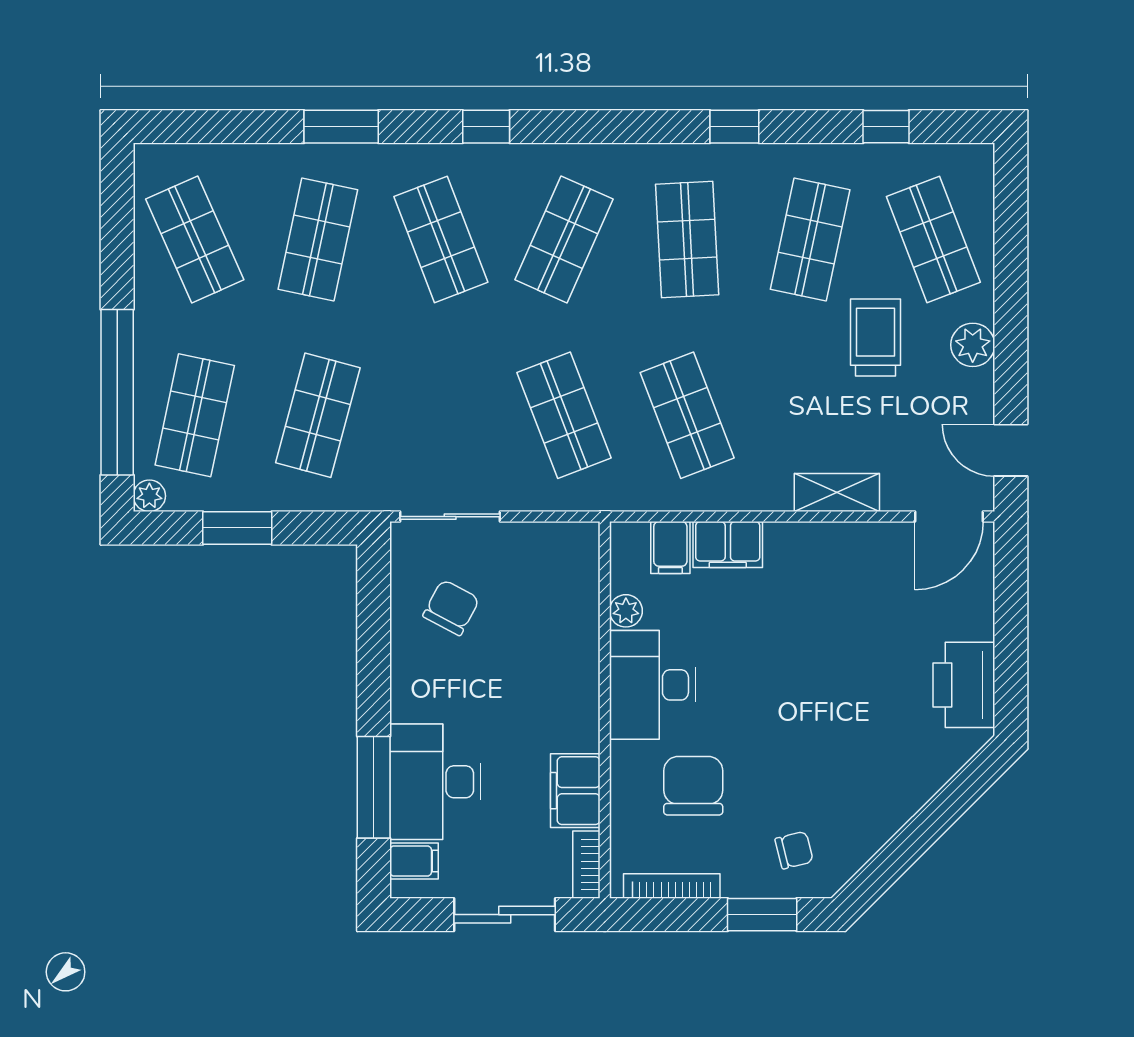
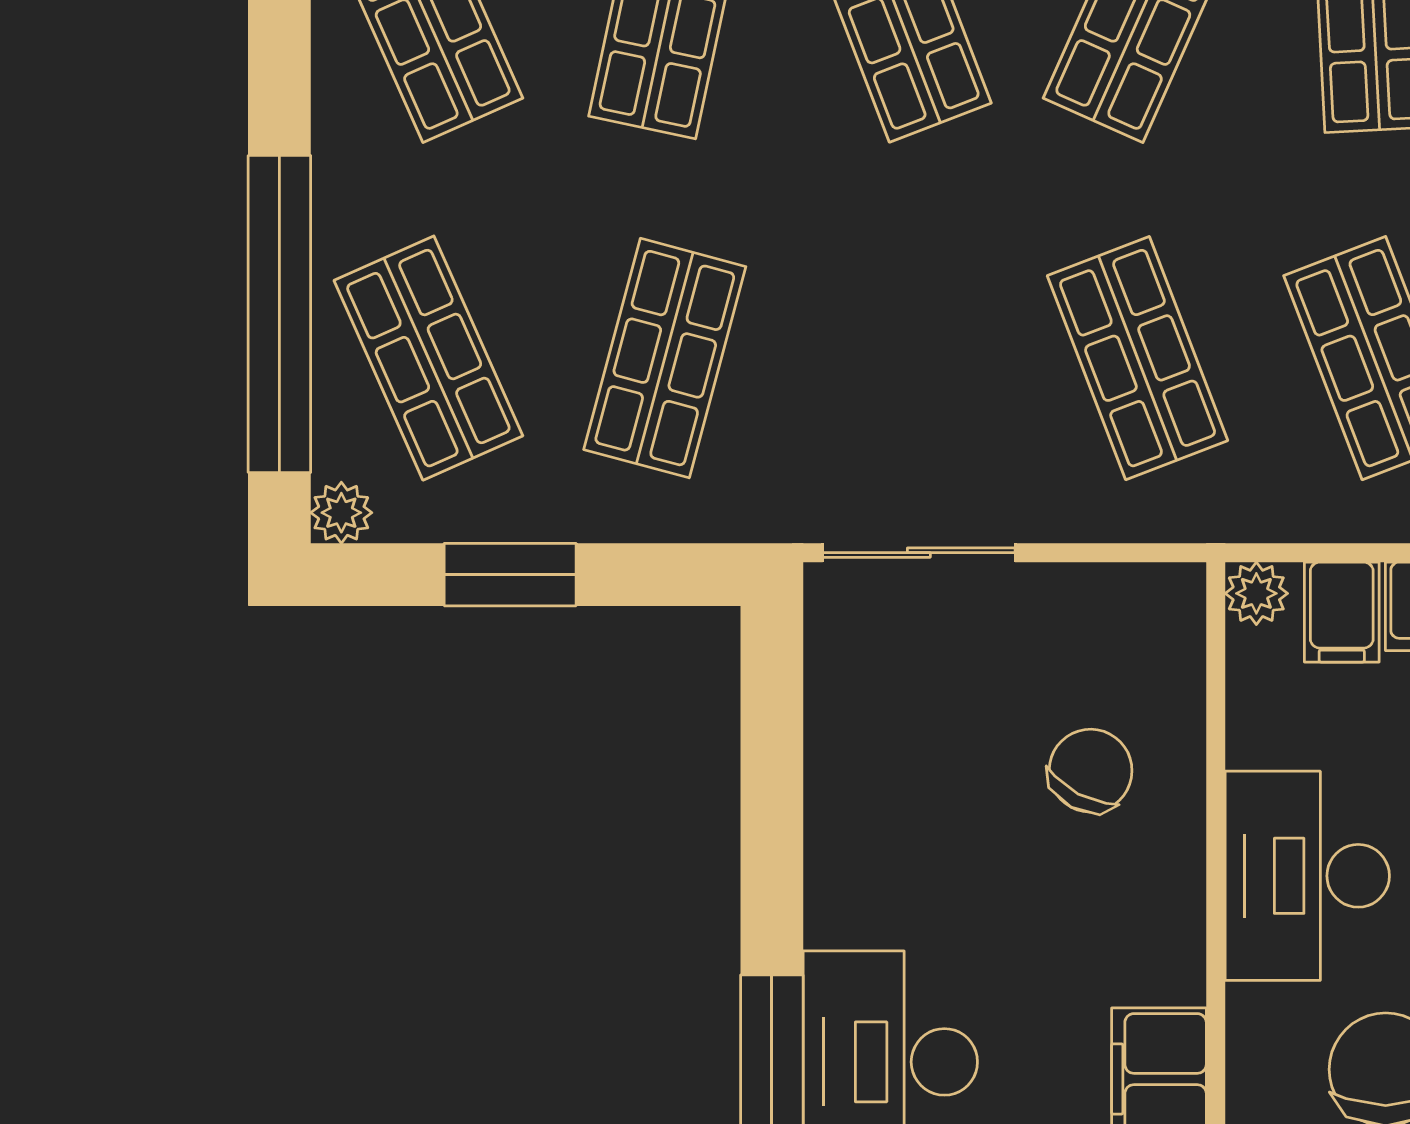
shop shelf: (195, 415) -> (428, 358), turned -36
chair: (451, 608) -> (1091, 771), moved
plant: (626, 611) -> (1256, 593), moved

